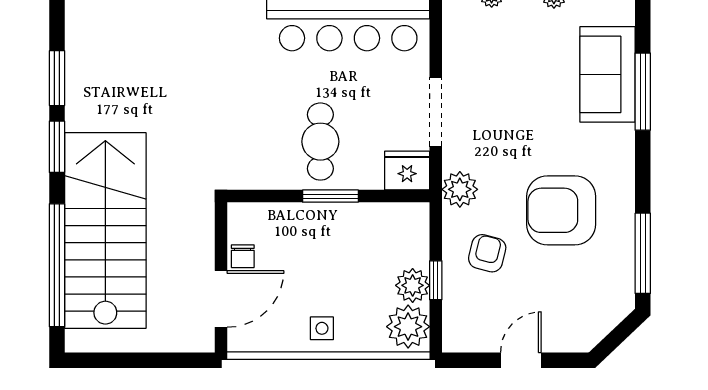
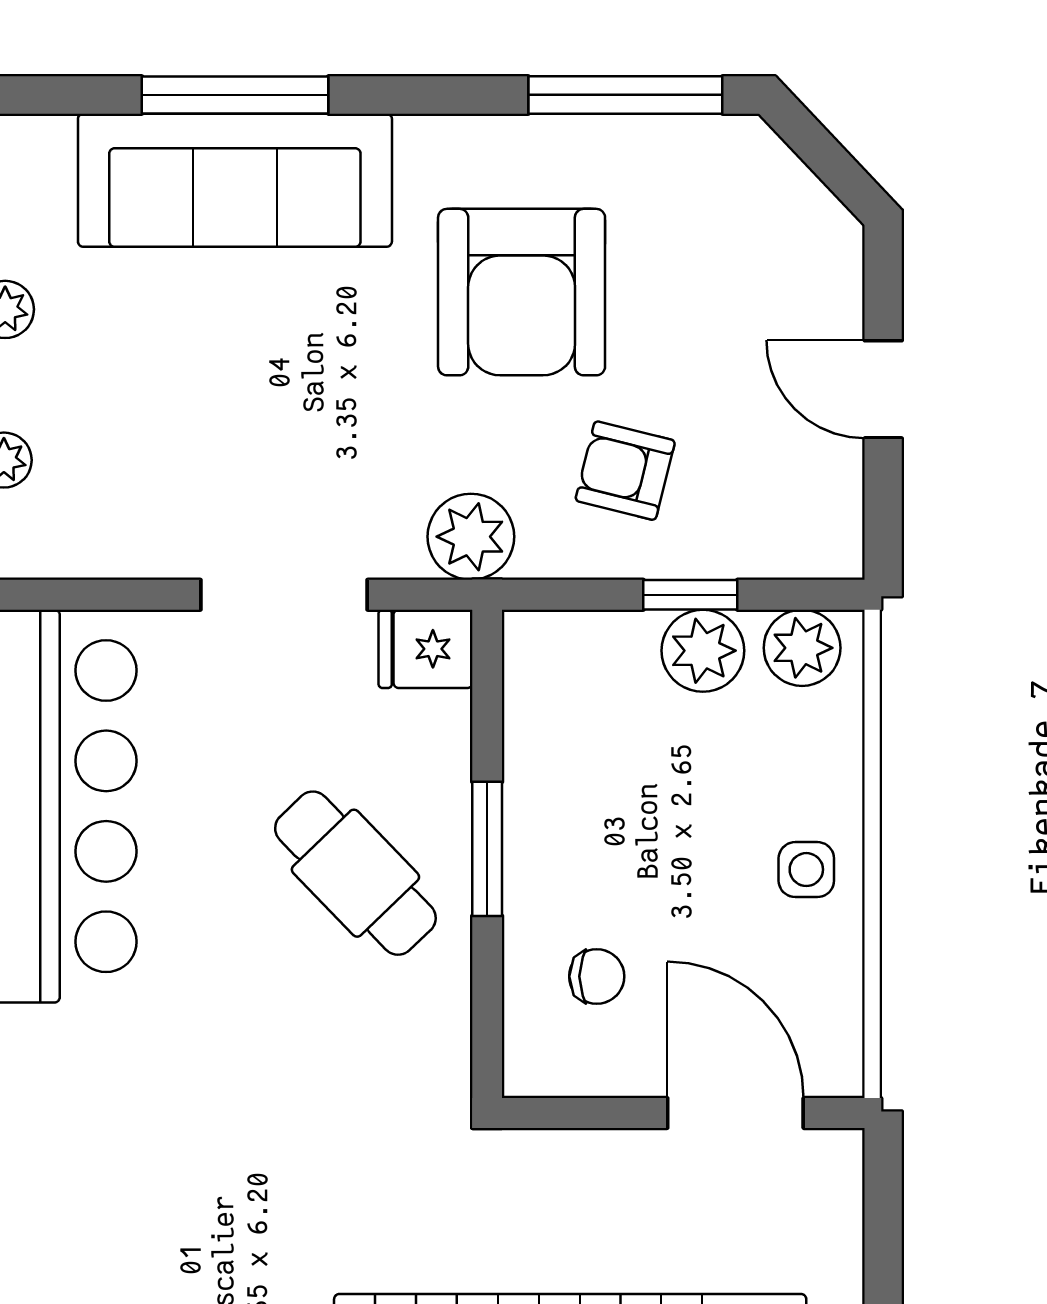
sofa: (608, 74) -> (235, 180), width x1.36
cafe table: (320, 142) -> (355, 873), turned 46
fridge: (407, 171) -> (425, 649), width x0.72
chair: (243, 256) -> (597, 976), moved
plant: (408, 327) -> (802, 648), width x0.73, depth x0.73

